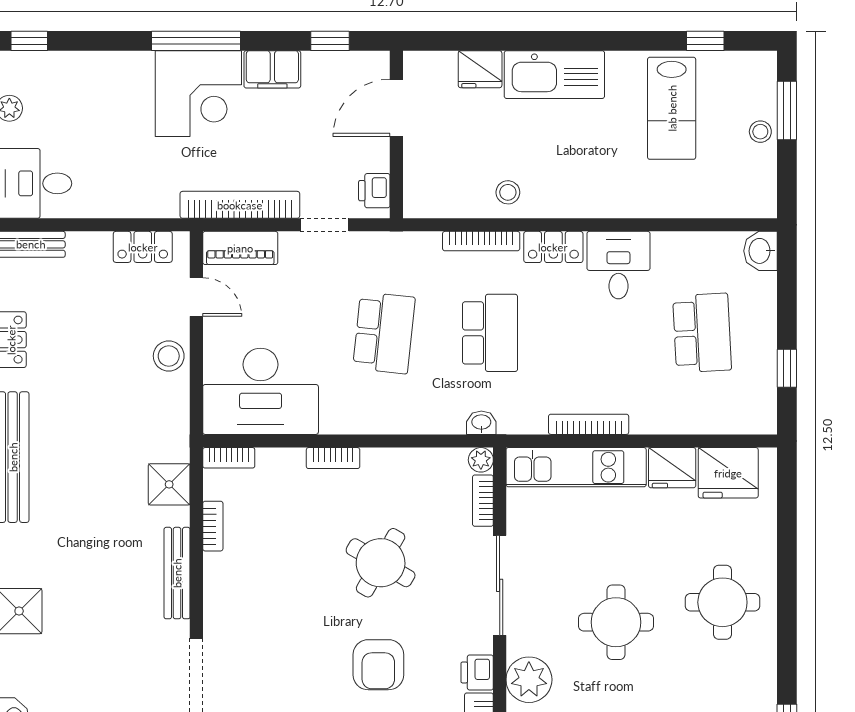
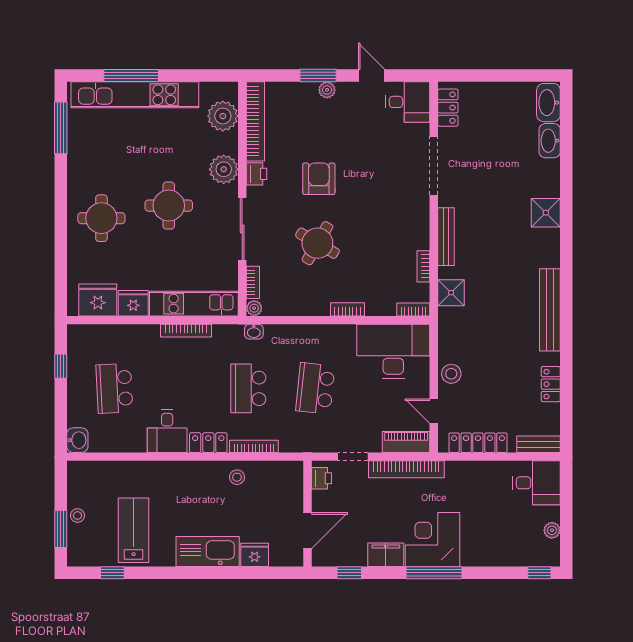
locker: (143, 247) -> (478, 443), width x1.53

